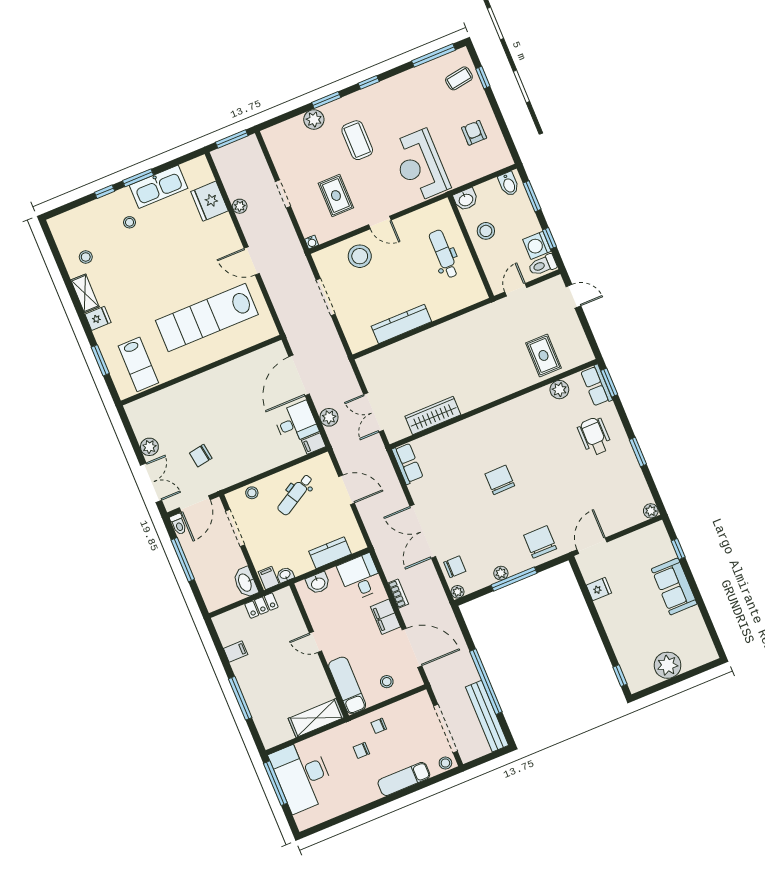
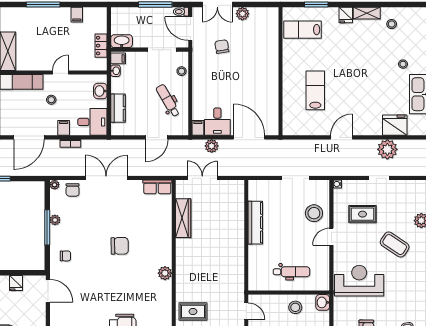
coffee table: (357, 140) -> (395, 245), turned 34
plant: (240, 206) -> (387, 149), width x1.87, depth x1.87
lab bench: (207, 317) -> (315, 90), width x0.54, depth x0.72
plant: (559, 390) -> (165, 273), moved
chair: (540, 542) -> (65, 256), width x0.54, depth x0.54
filing cabinet: (385, 617) -> (64, 128), width x0.50
stool: (387, 682) -> (51, 100), moved

